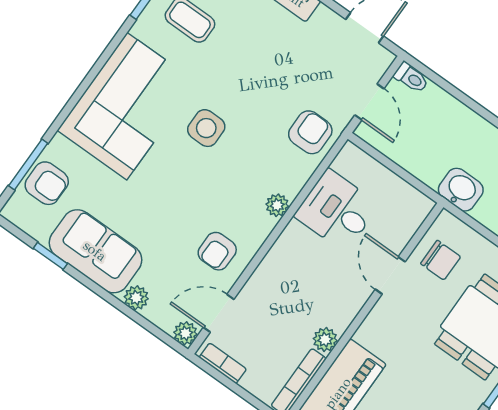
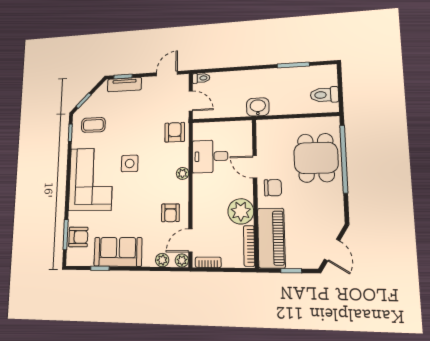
chair: (441, 260) -> (273, 188), moved
plant: (136, 298) -> (162, 260), moved
plant: (325, 340) -> (241, 211), width x1.88, depth x1.88

